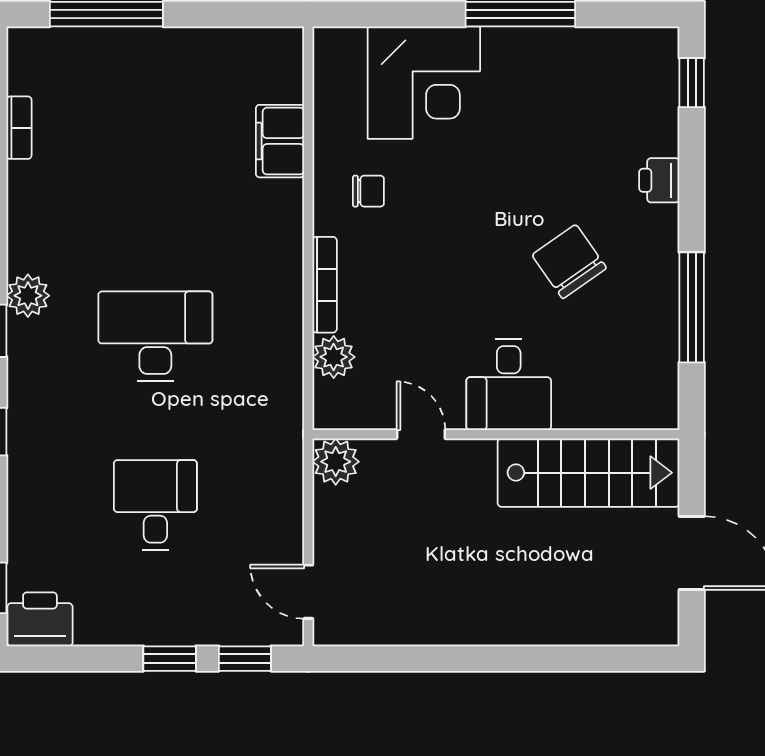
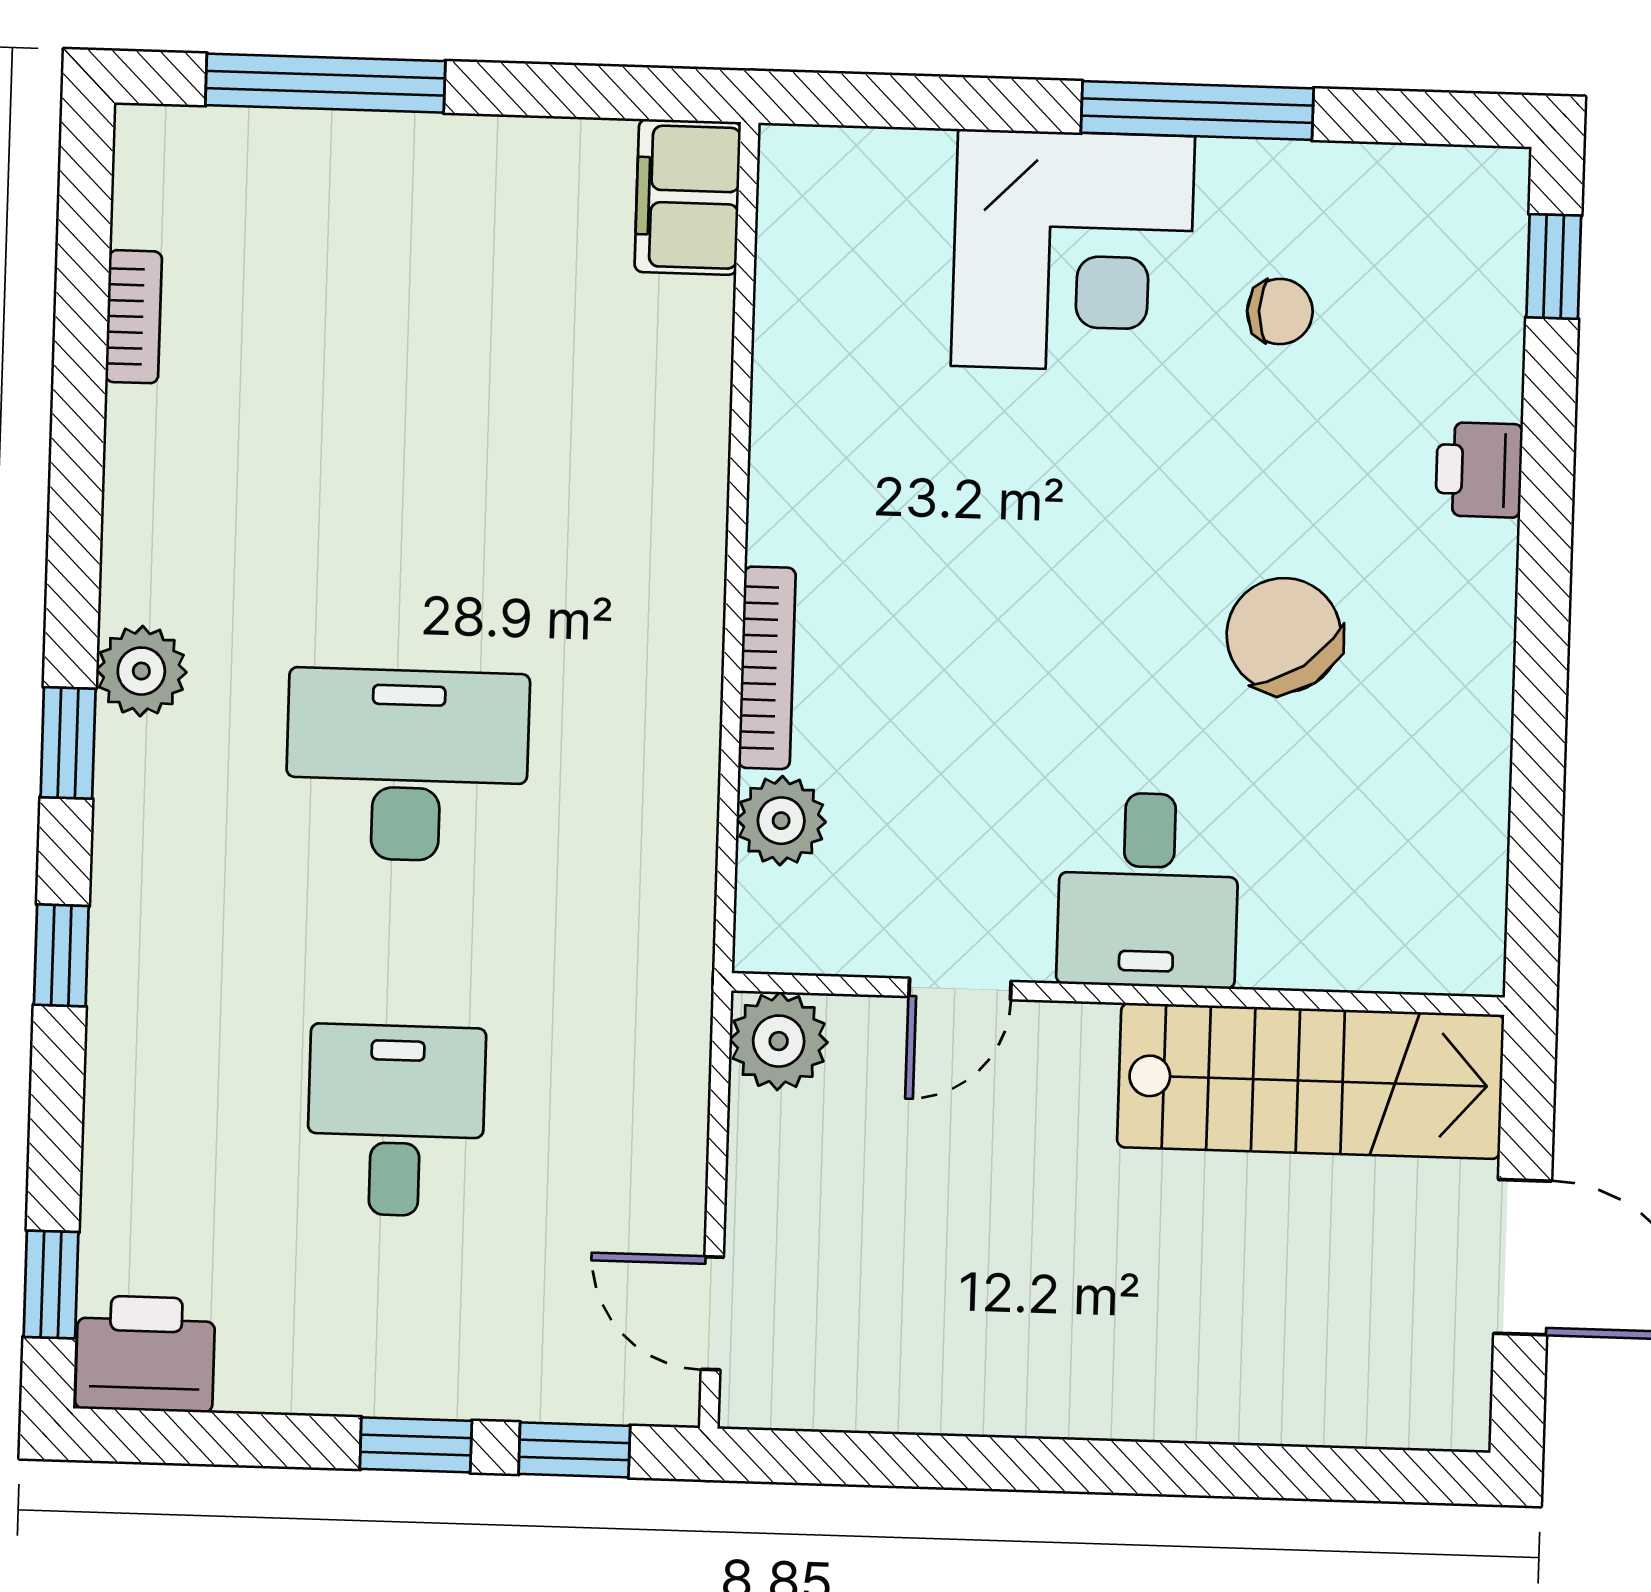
corner desk: (424, 83) -> (1073, 251), moved
filing cabinet: (280, 141) -> (688, 197), moved
chair: (368, 191) -> (1280, 312), moved
window: (692, 307) -> (1539, 740), removed
door: (421, 434) -> (960, 989), swing flipped

